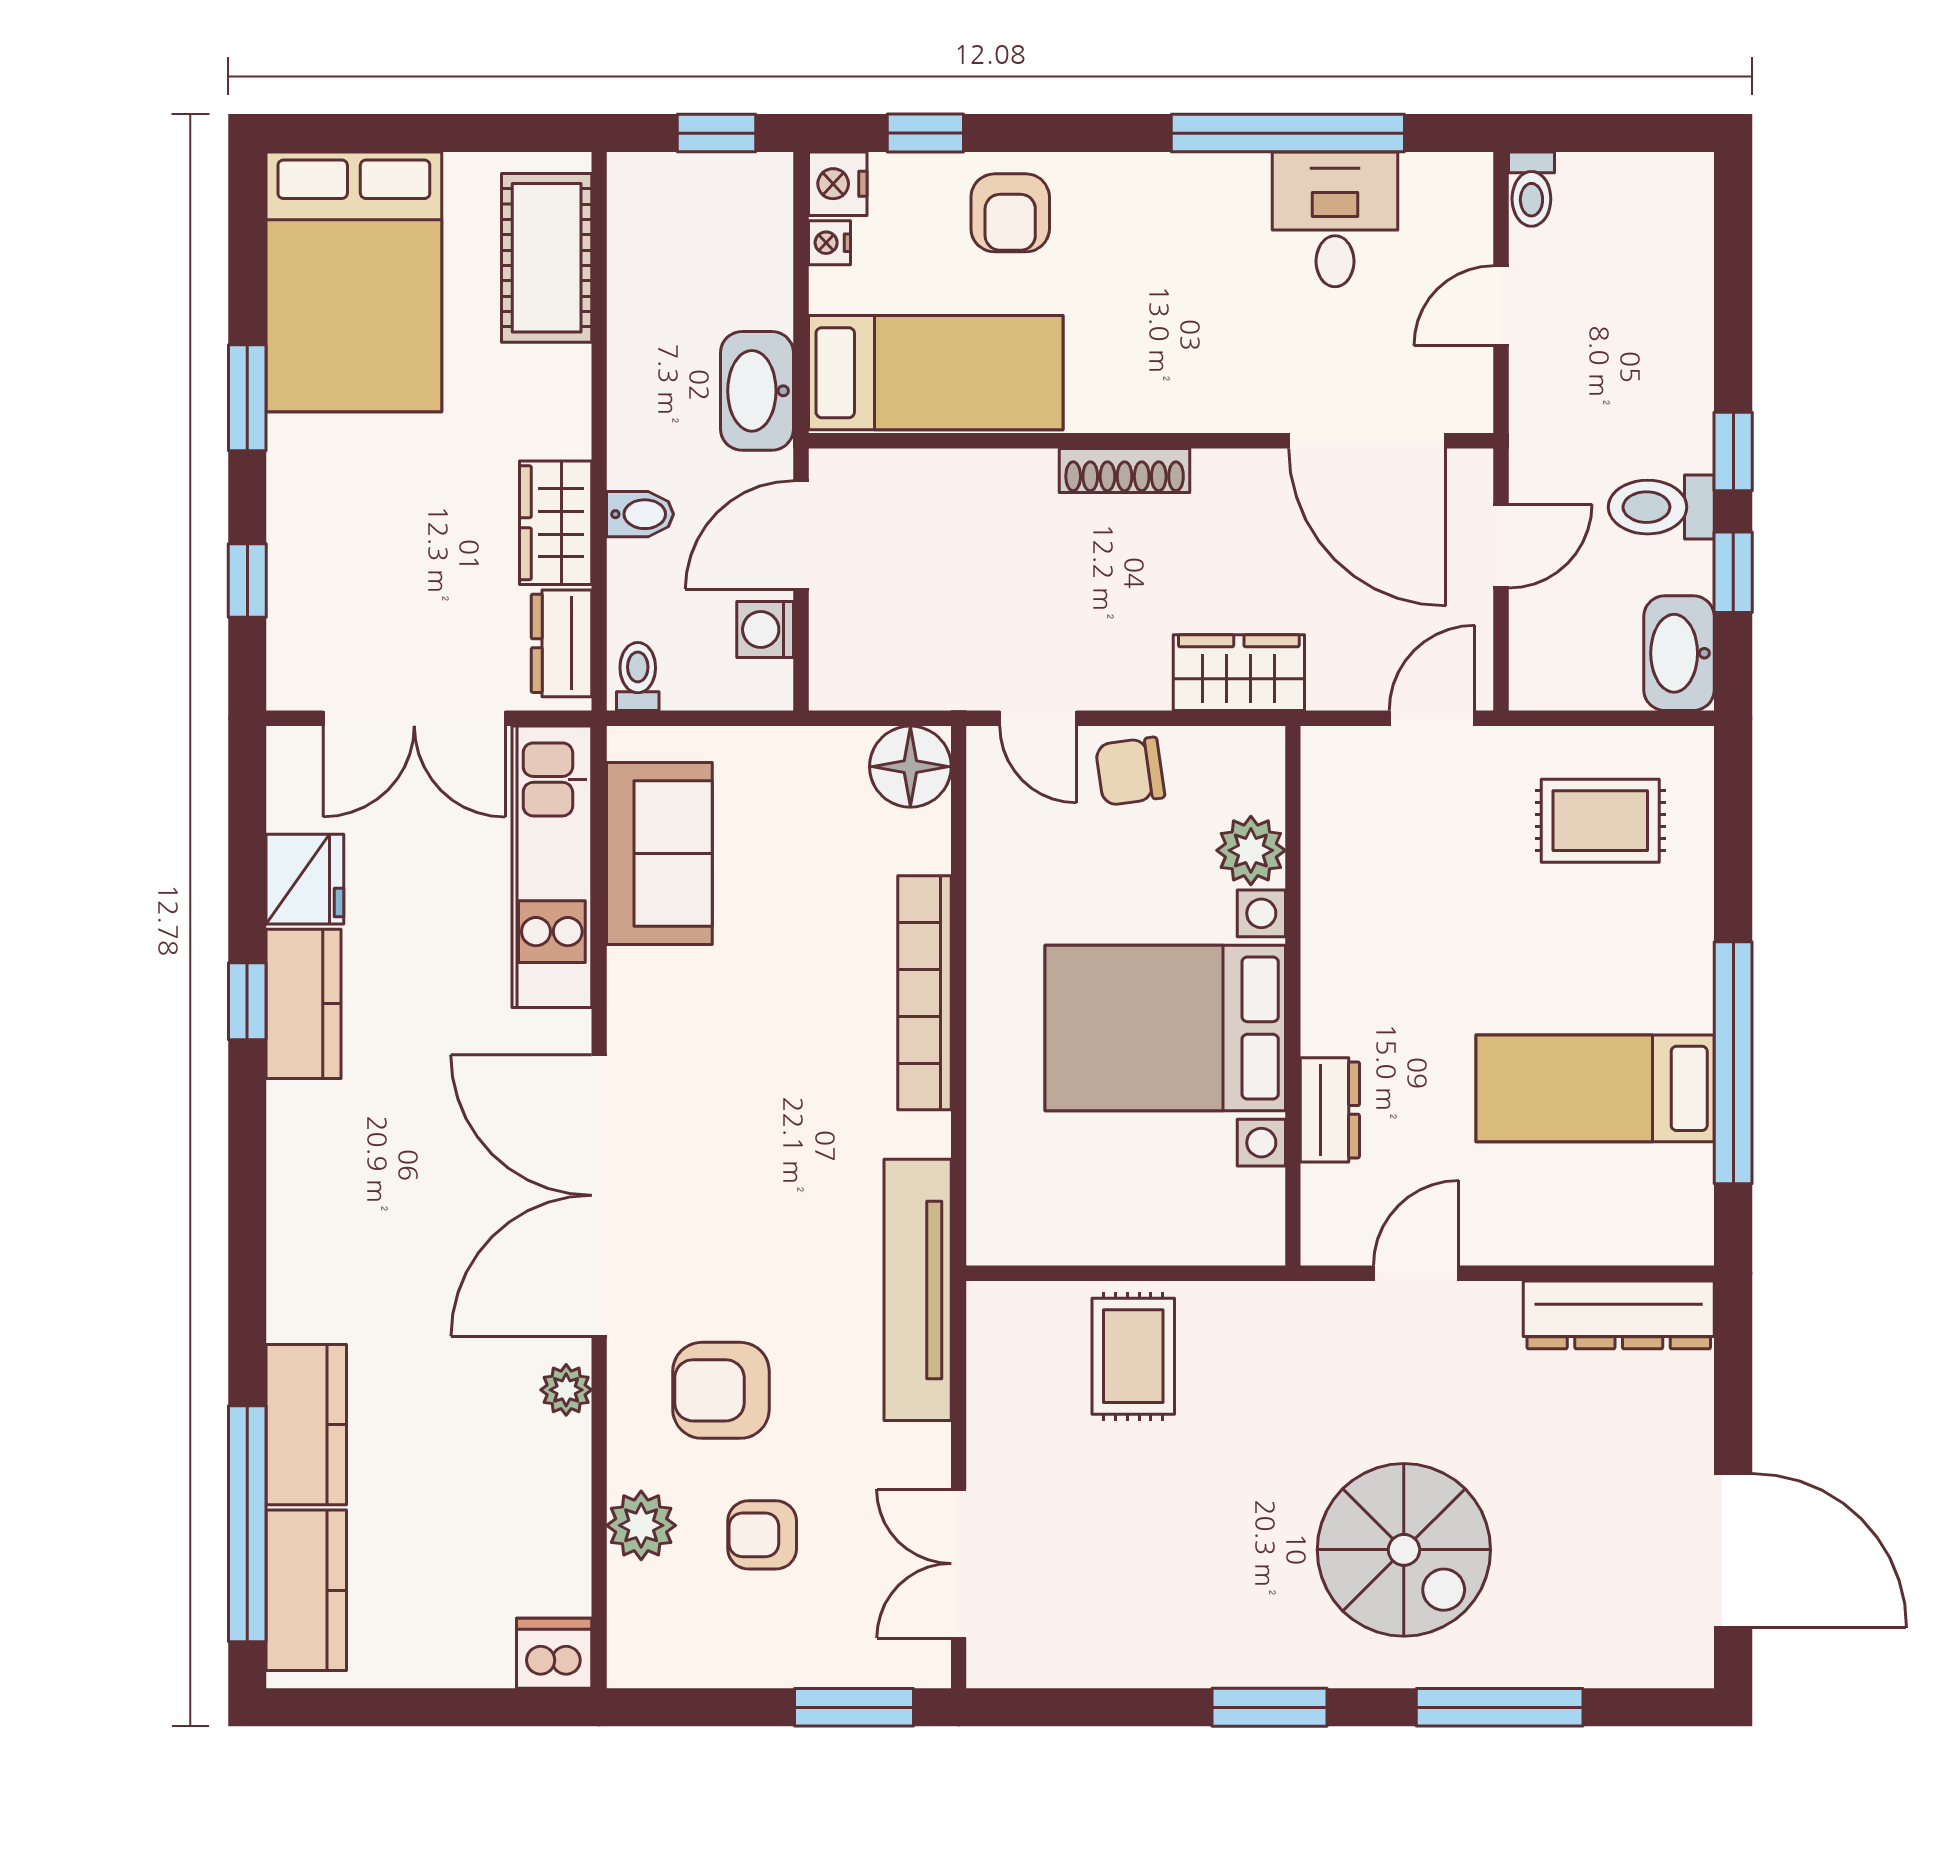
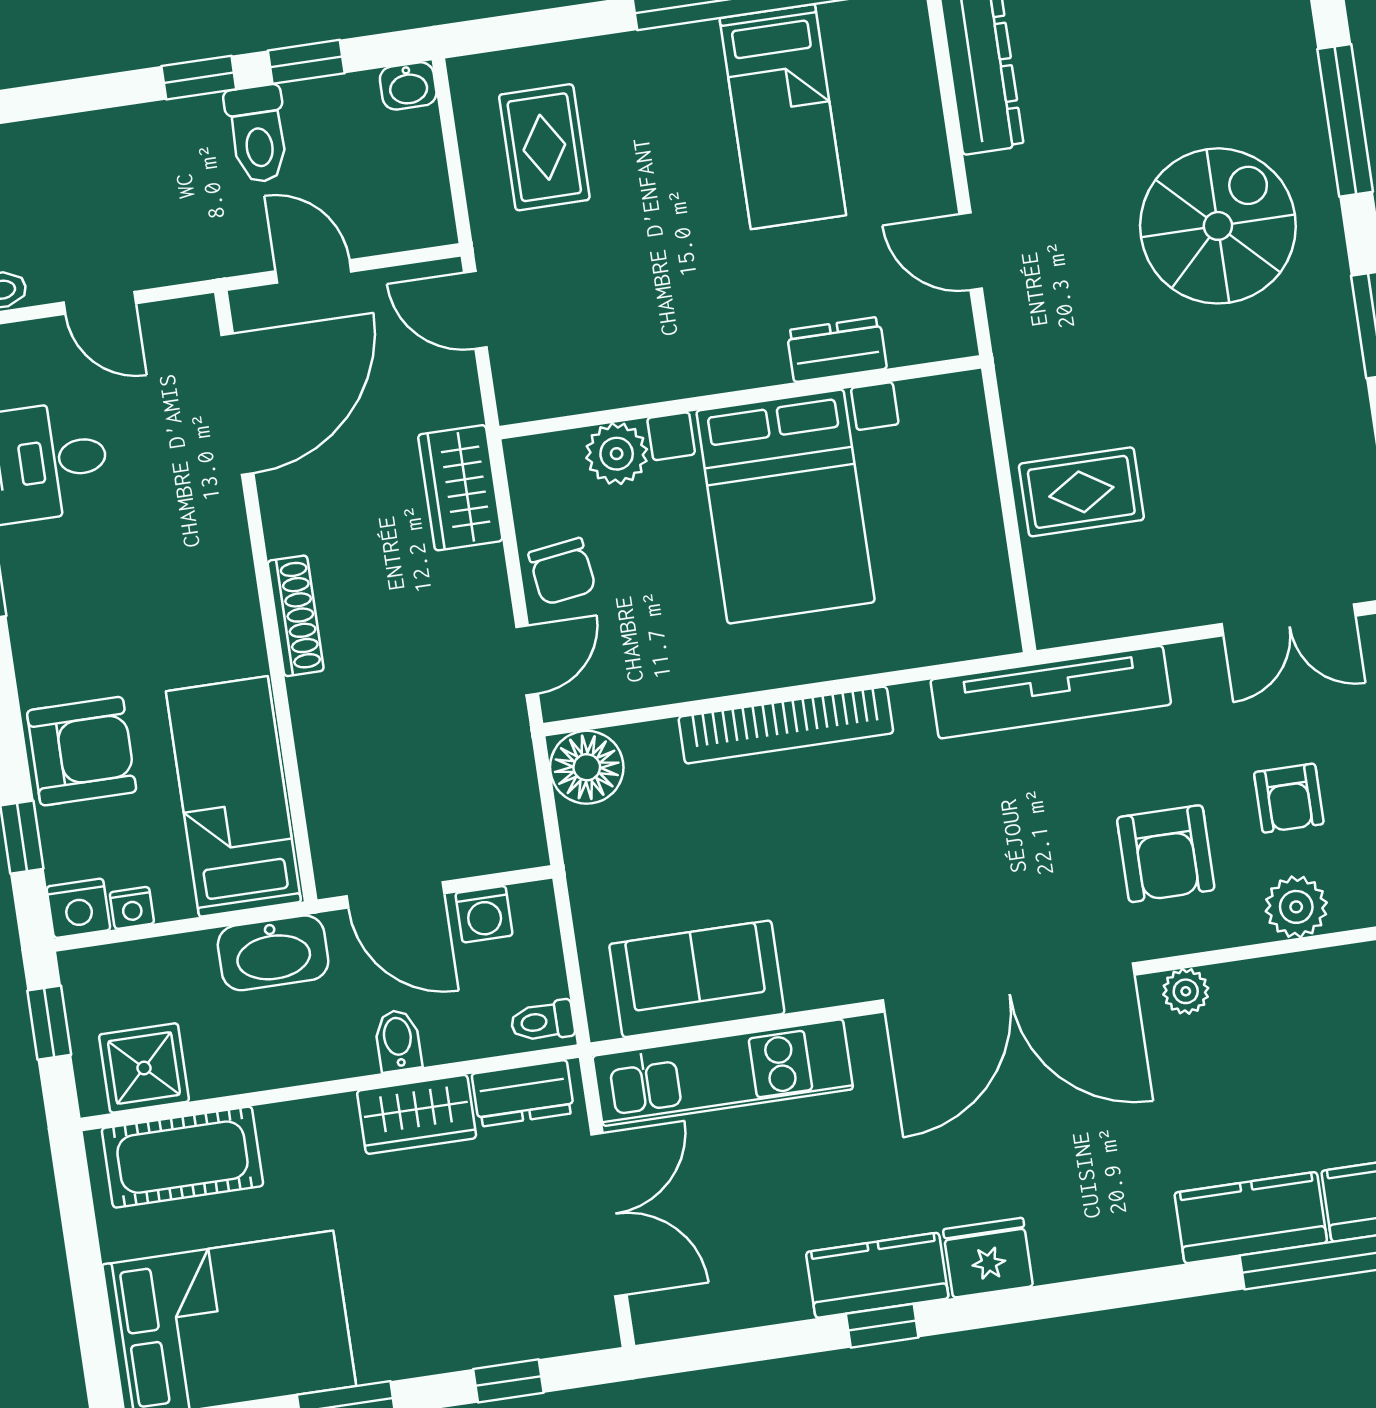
armchair: (1010, 213) -> (82, 751), width x1.38, depth x1.38
shower: (651, 230) -> (144, 1068), added
washbasin: (1679, 653) -> (408, 86), width x0.52, depth x0.69
fridge: (305, 879) -> (988, 1258), moved

